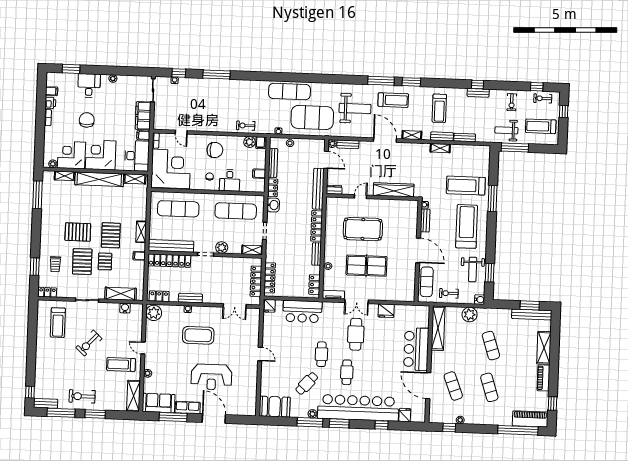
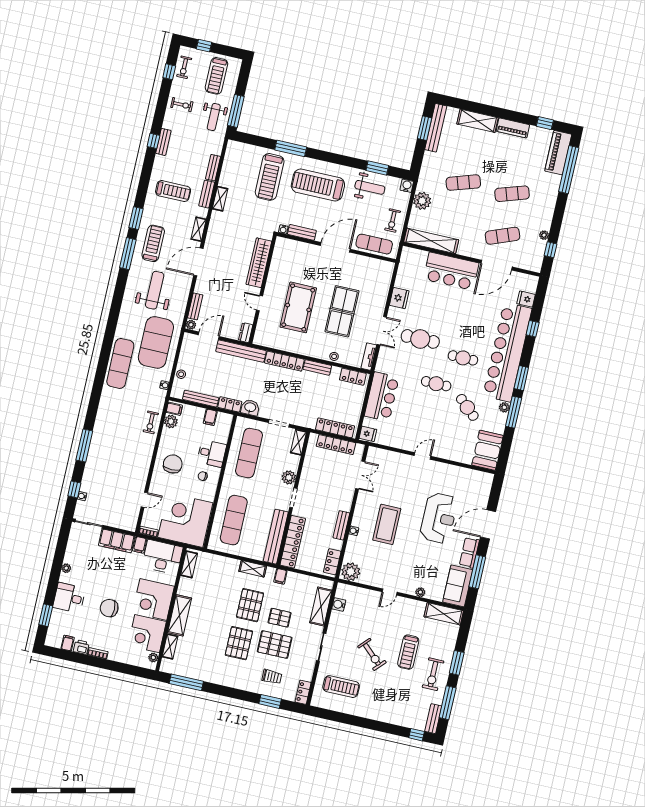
shelving: (99, 179) -> (180, 615), width x0.68
pallet: (111, 235) -> (250, 605), turned 90
treadmill: (121, 364) -> (408, 652), moved

